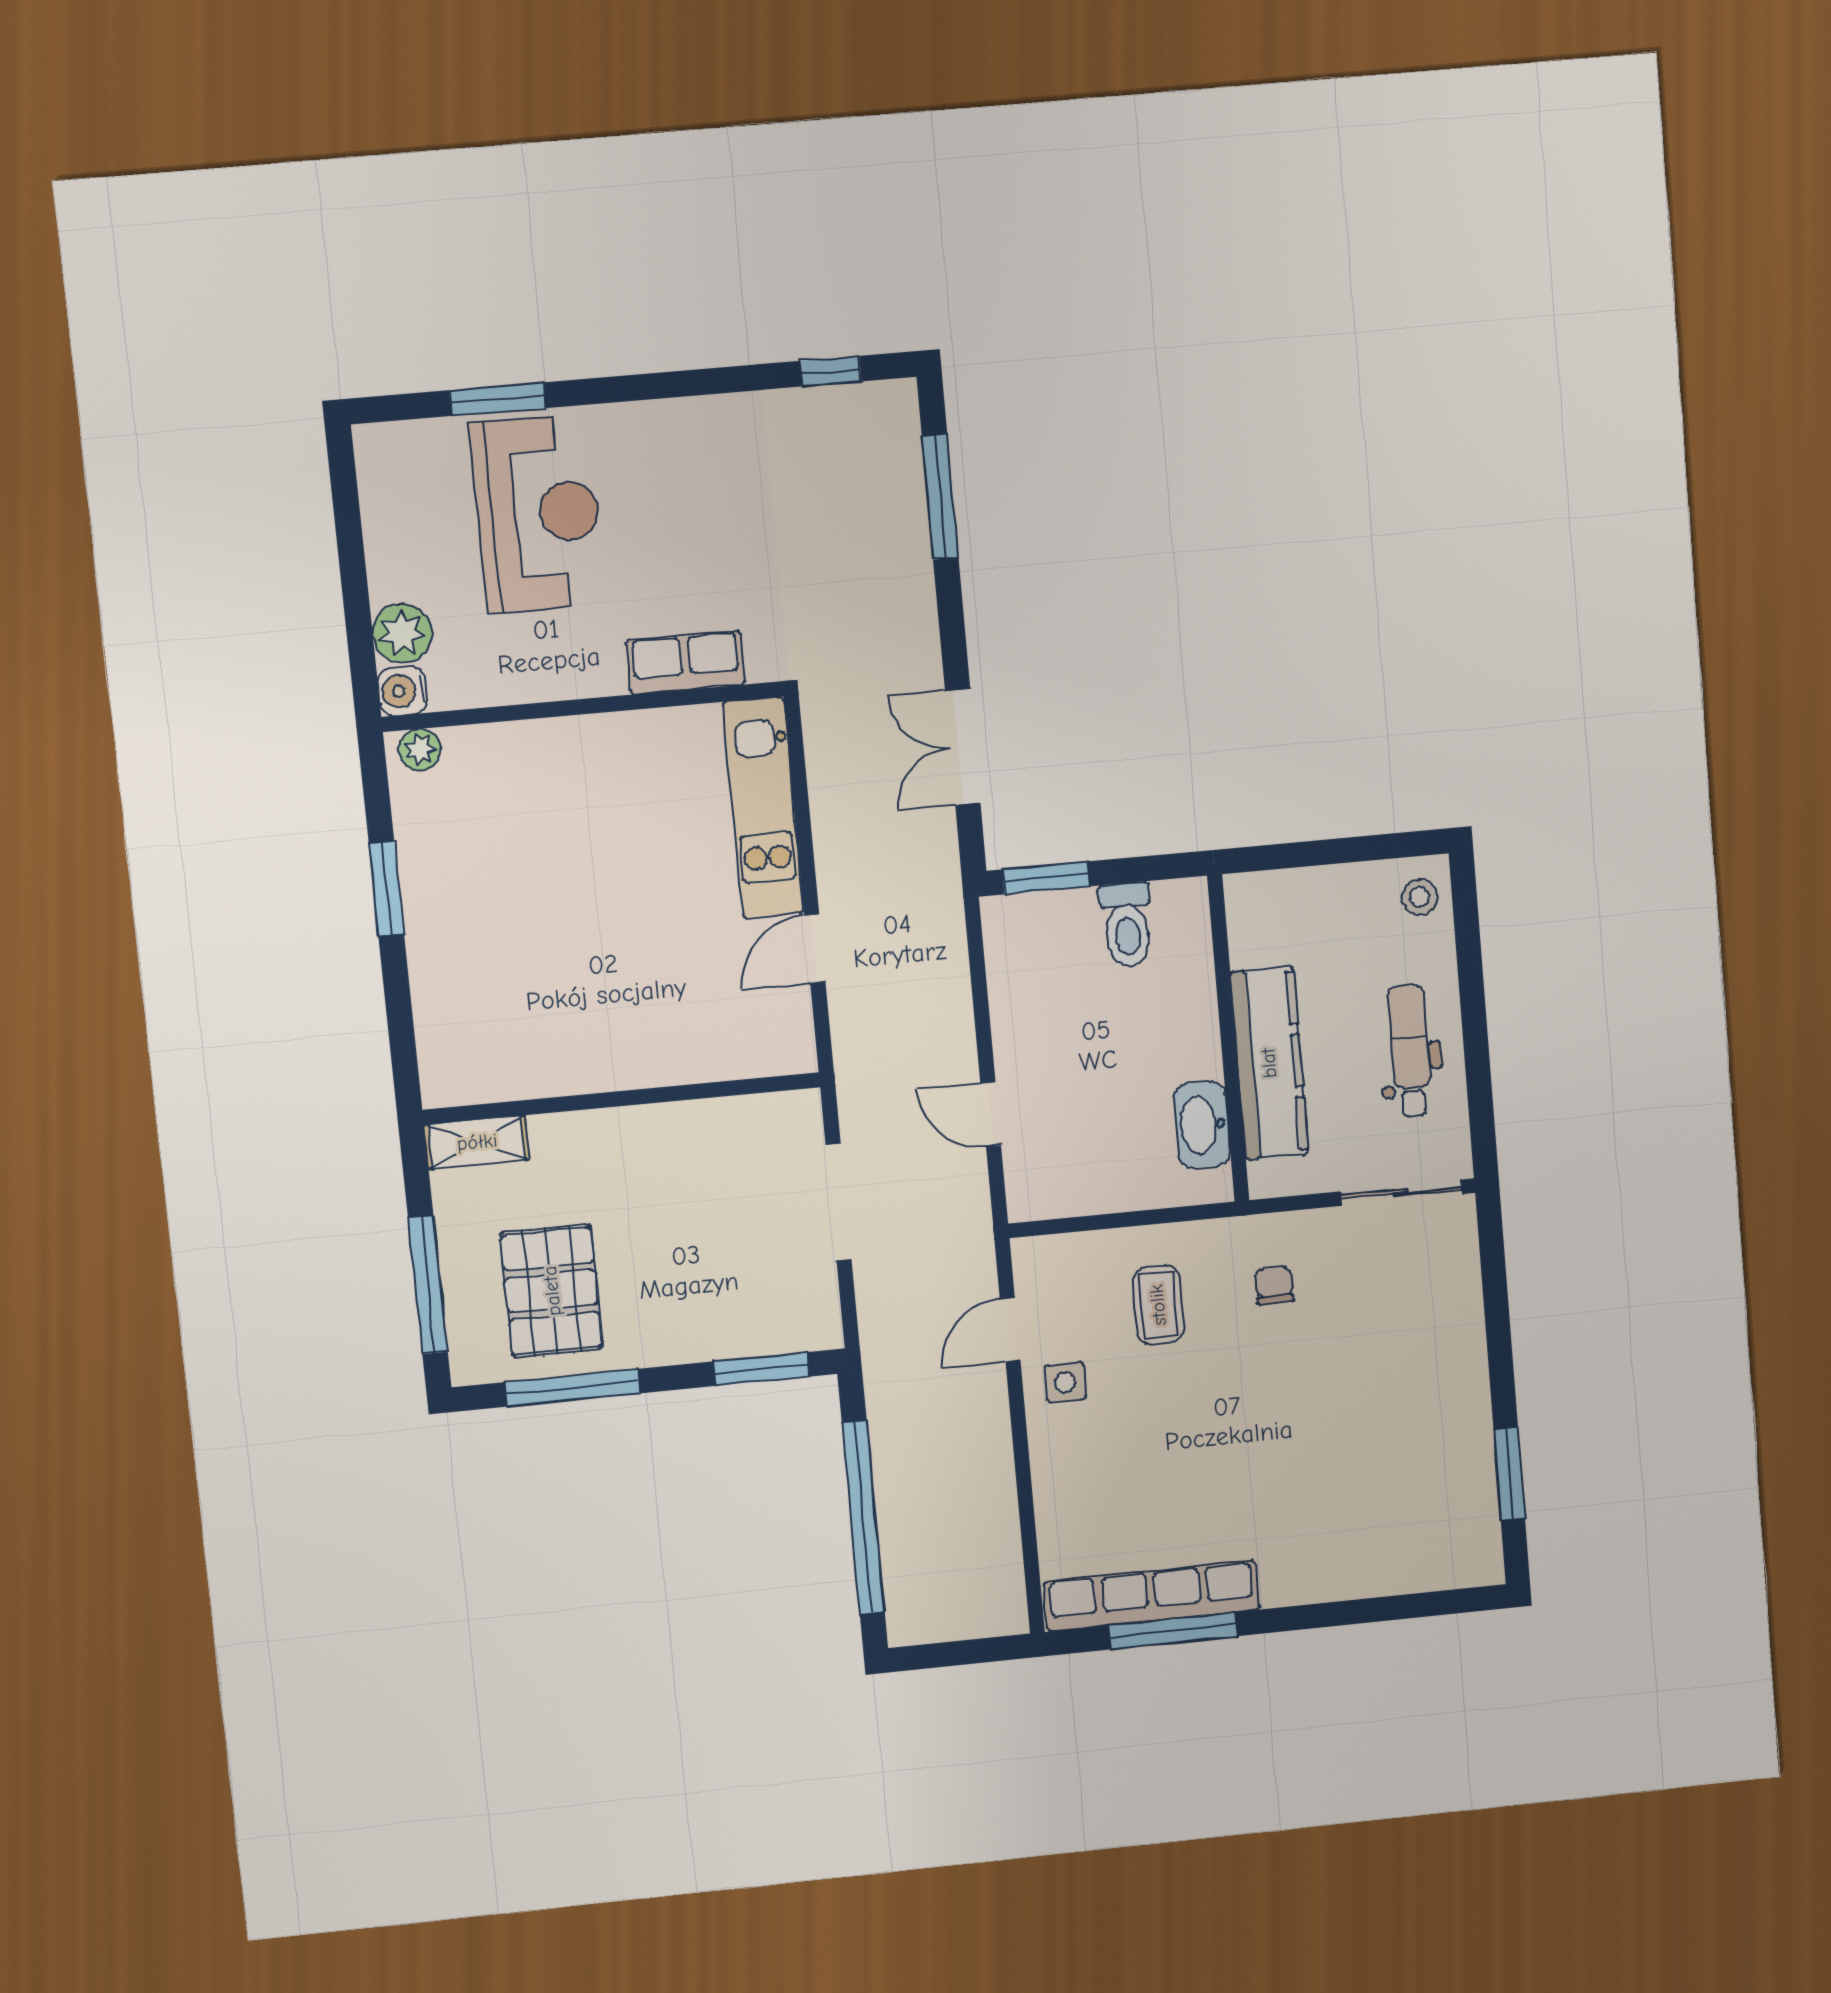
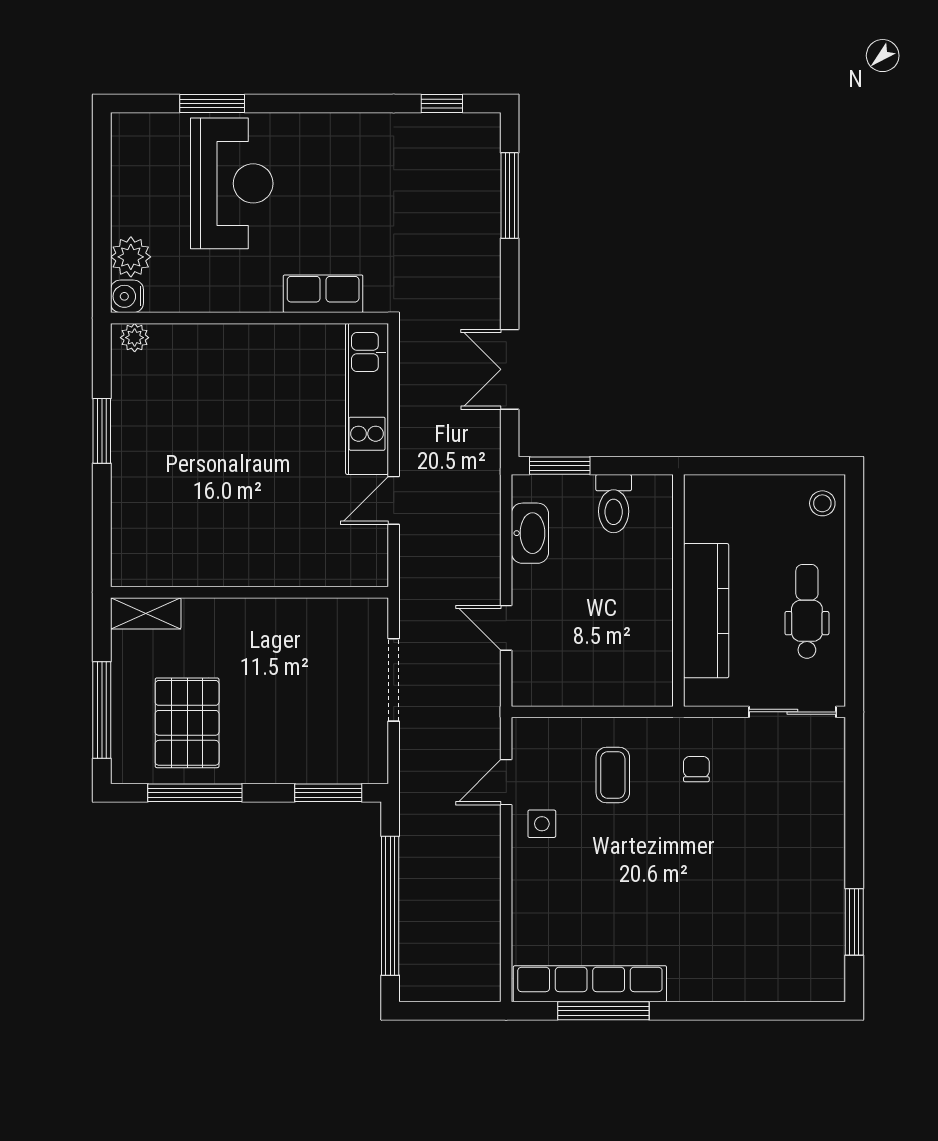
washbasin: (1202, 1125) -> (530, 533), moved, turned 180

